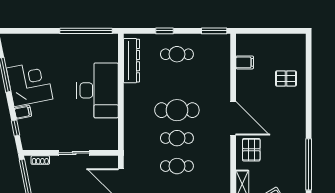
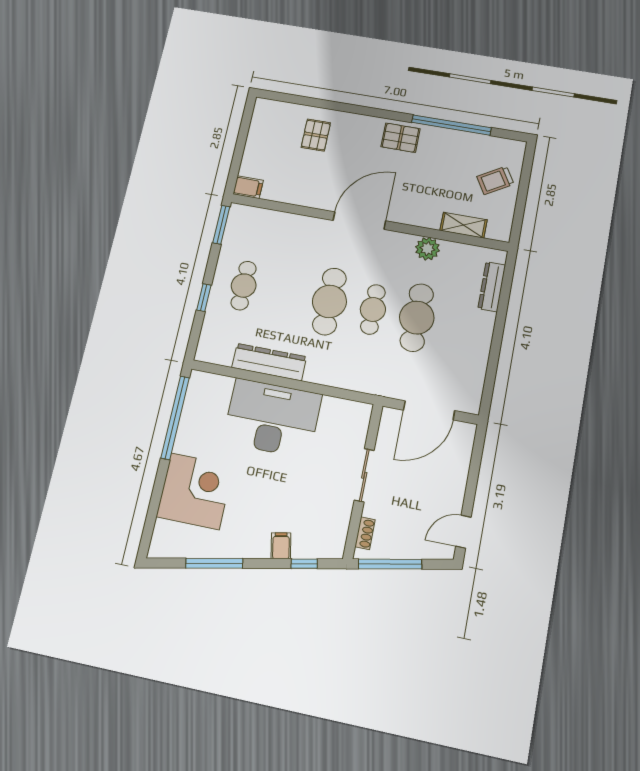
dresser: (131, 61) -> (269, 362), moved
filing cabinet: (245, 62) -> (248, 187), moved, turned 90
corner desk: (30, 84) -> (195, 491), moved, turned 101
pallet: (251, 150) -> (400, 138), moved
plant: (223, 164) -> (427, 249), added
cafe table: (177, 166) -> (417, 318), width x1.37, depth x1.35

